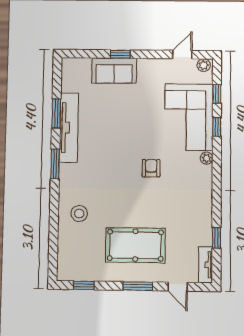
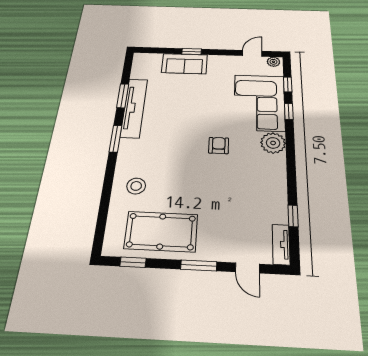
plant: (206, 158) -> (273, 143), width x1.88, depth x1.88
pool table: (135, 245) -> (161, 231), moved

